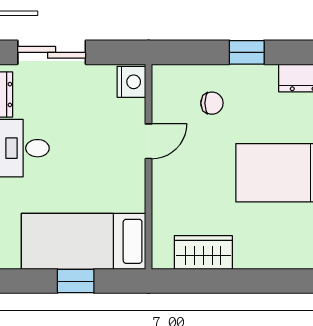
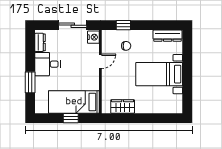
sliding door: (52, 52) -> (73, 25), moved
window: (247, 52) -> (123, 25), moved

